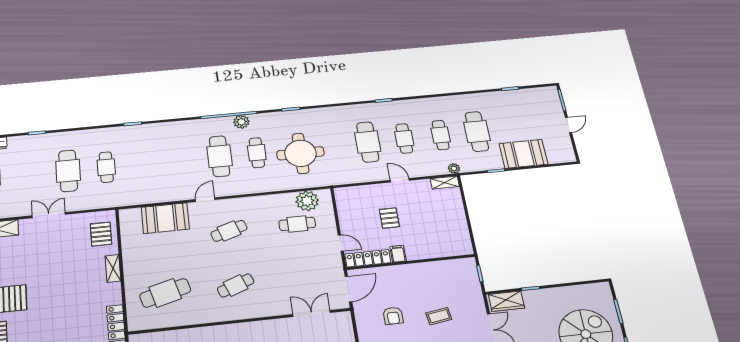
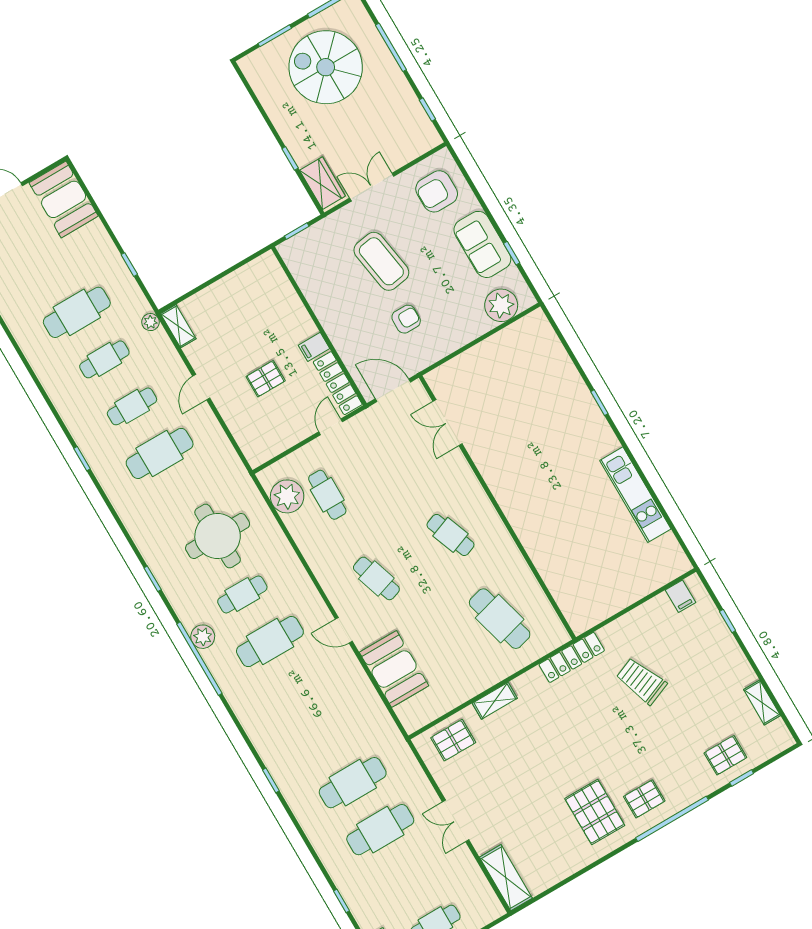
booth: (524, 154) -> (64, 199), moved
cafe table: (106, 167) -> (353, 783), width x1.37, depth x1.35
coffee table: (439, 316) -> (381, 261), width x1.86, depth x1.72

